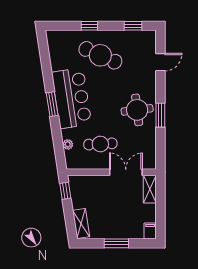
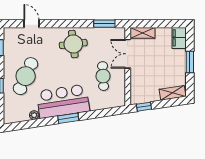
window: (160, 115) -> (104, 24), moved
plant: (68, 144) -> (34, 115), moved
filing cabinet: (150, 231) -> (179, 38), width x2.00

